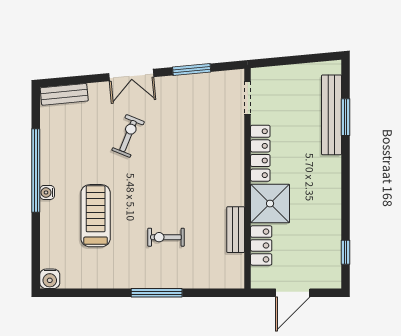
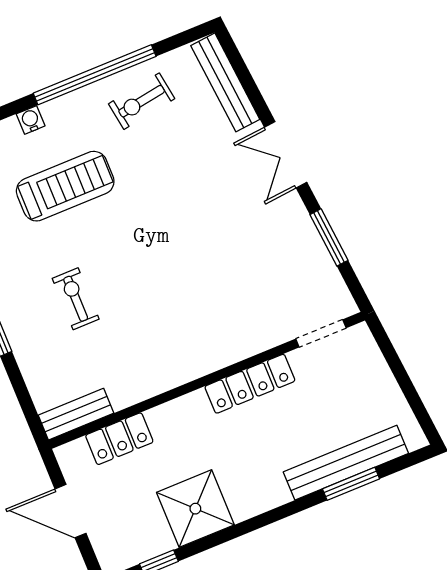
bench: (64, 94) -> (225, 82), width x1.36
exercise bike: (128, 136) -> (142, 101), moved, turned 149
water cooler: (47, 192) -> (31, 120), moved
shower: (270, 204) -> (195, 509), moved
bench: (236, 230) -> (76, 414), moved

